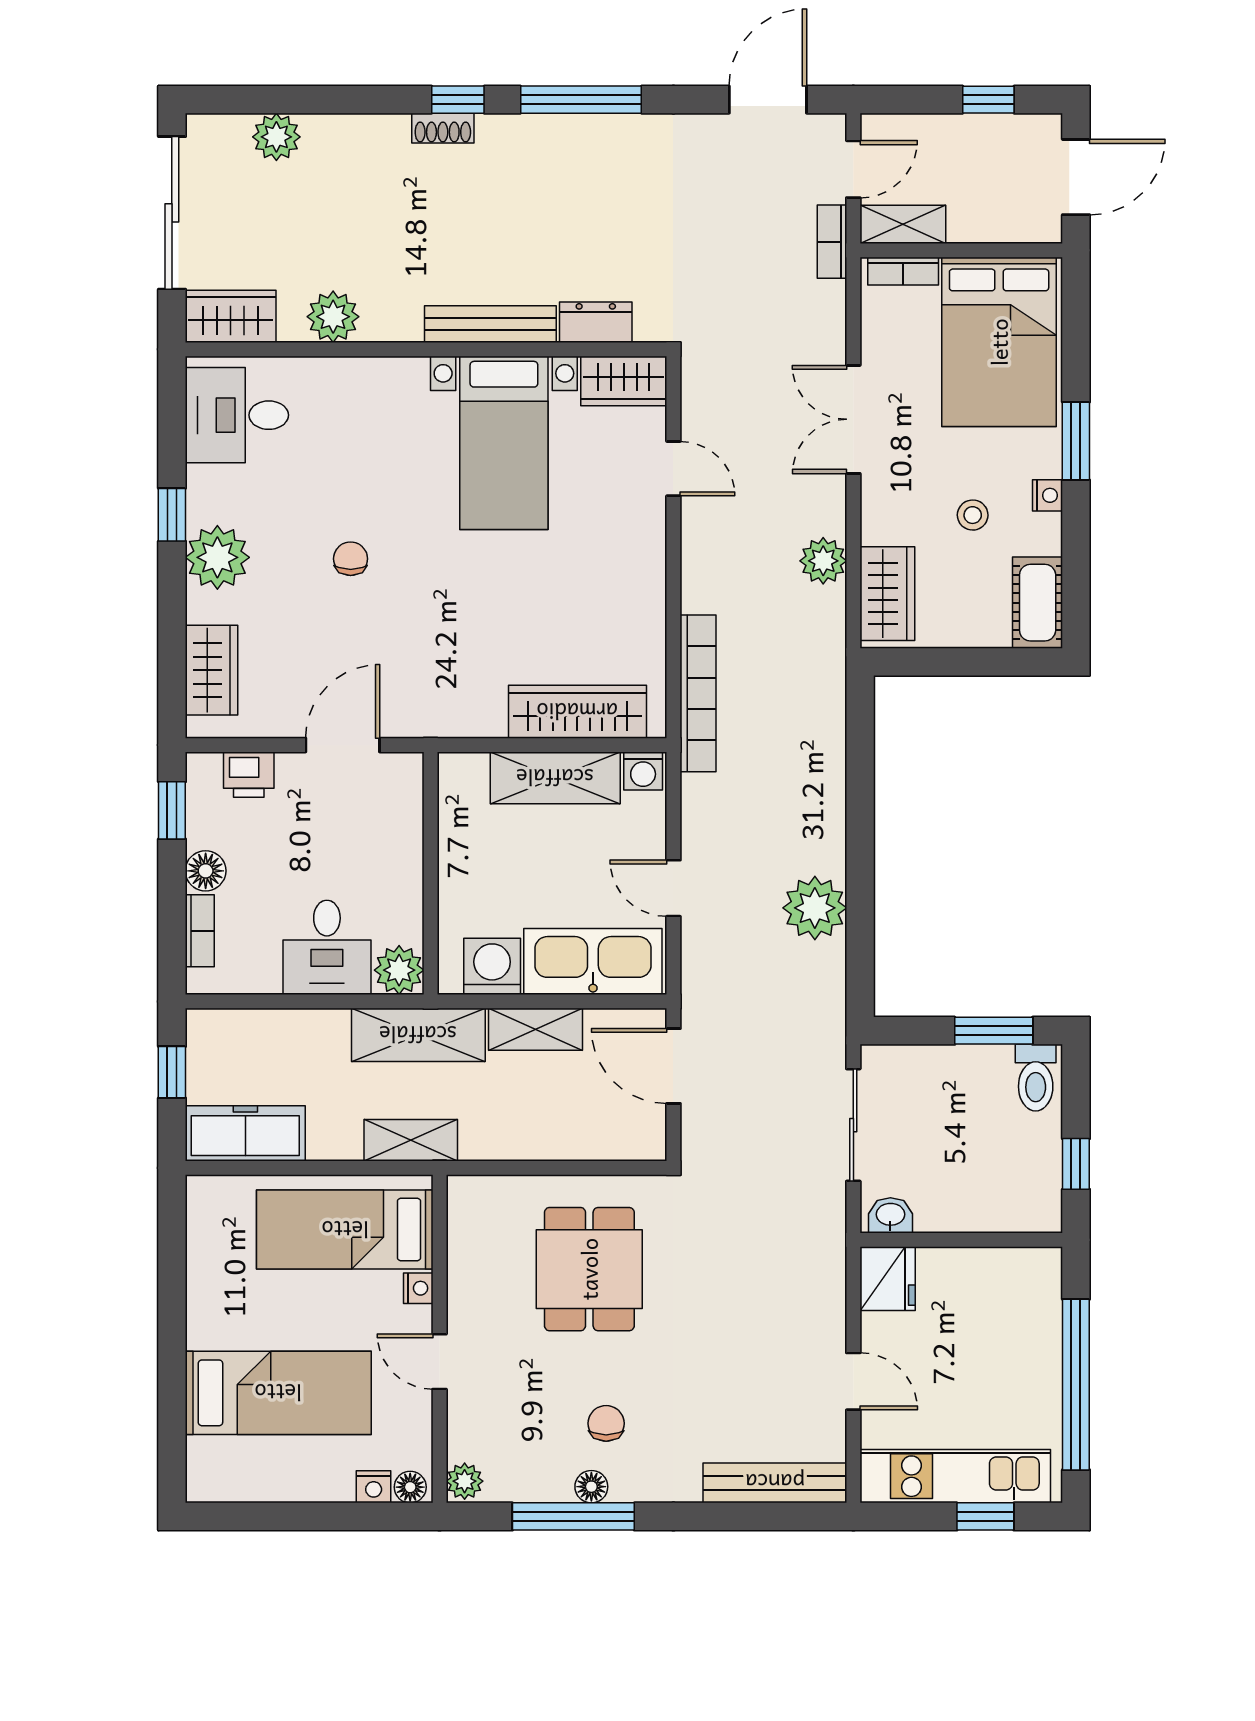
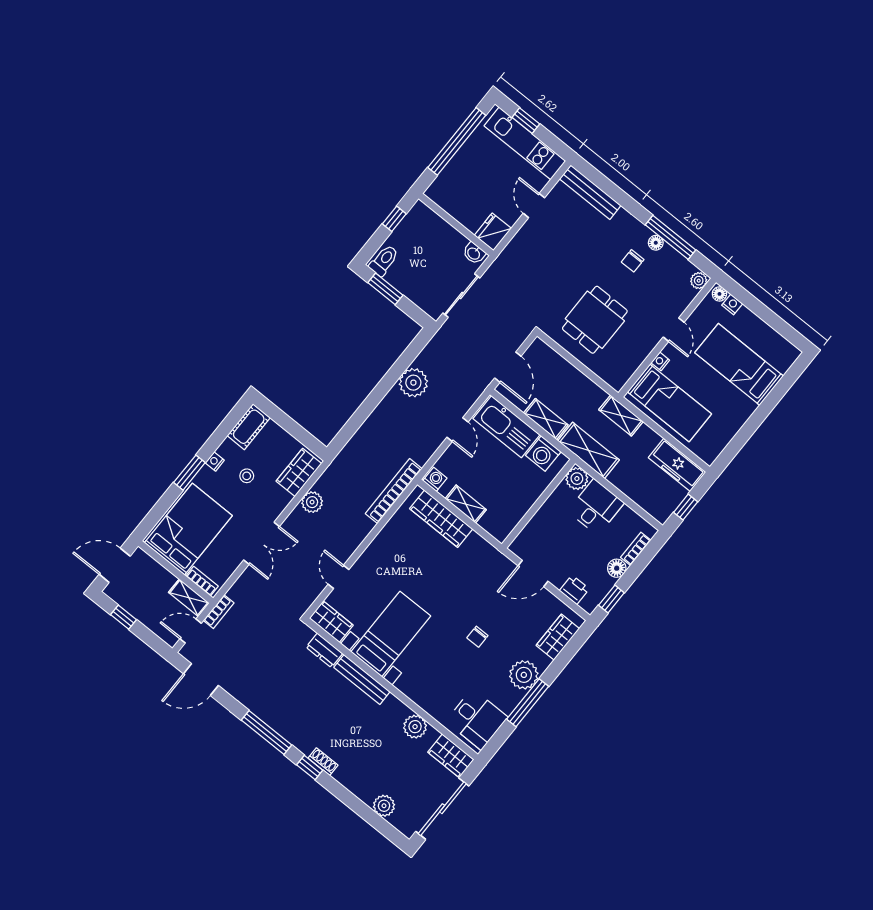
window: (172, 515) -> (528, 703), width x2.17
shelving: (555, 778) -> (466, 504), width x0.67, depth x0.75

